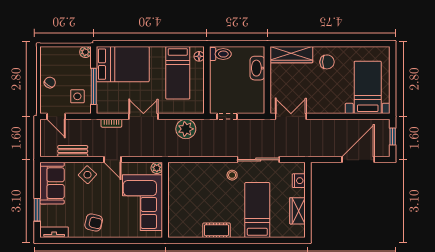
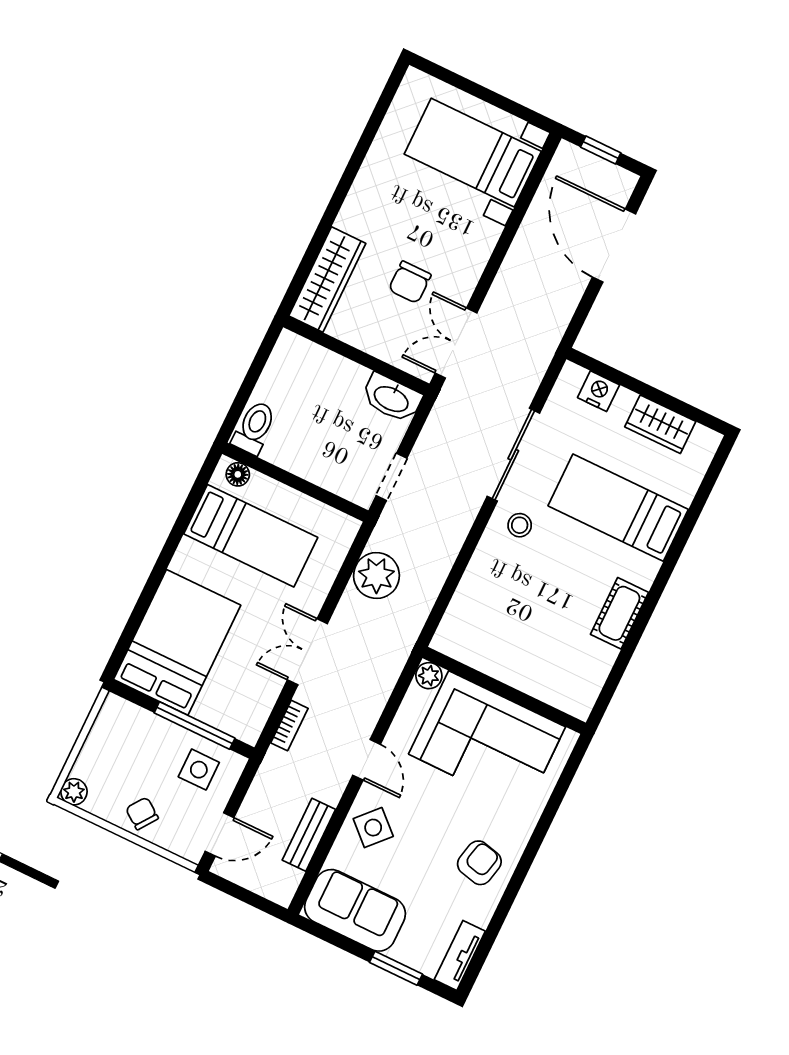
plant: (85, 52) -> (74, 792), moved
chair: (327, 62) -> (410, 282), moved, turned 180
washbasin: (257, 68) -> (392, 398), moved
door: (113, 160) -> (367, 760), hinge flipped

